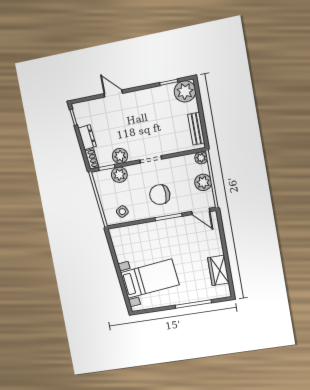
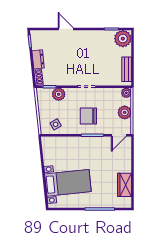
plant: (120, 156) -> (62, 79), removed
door: (201, 211) -> (119, 135), hinge flipped

